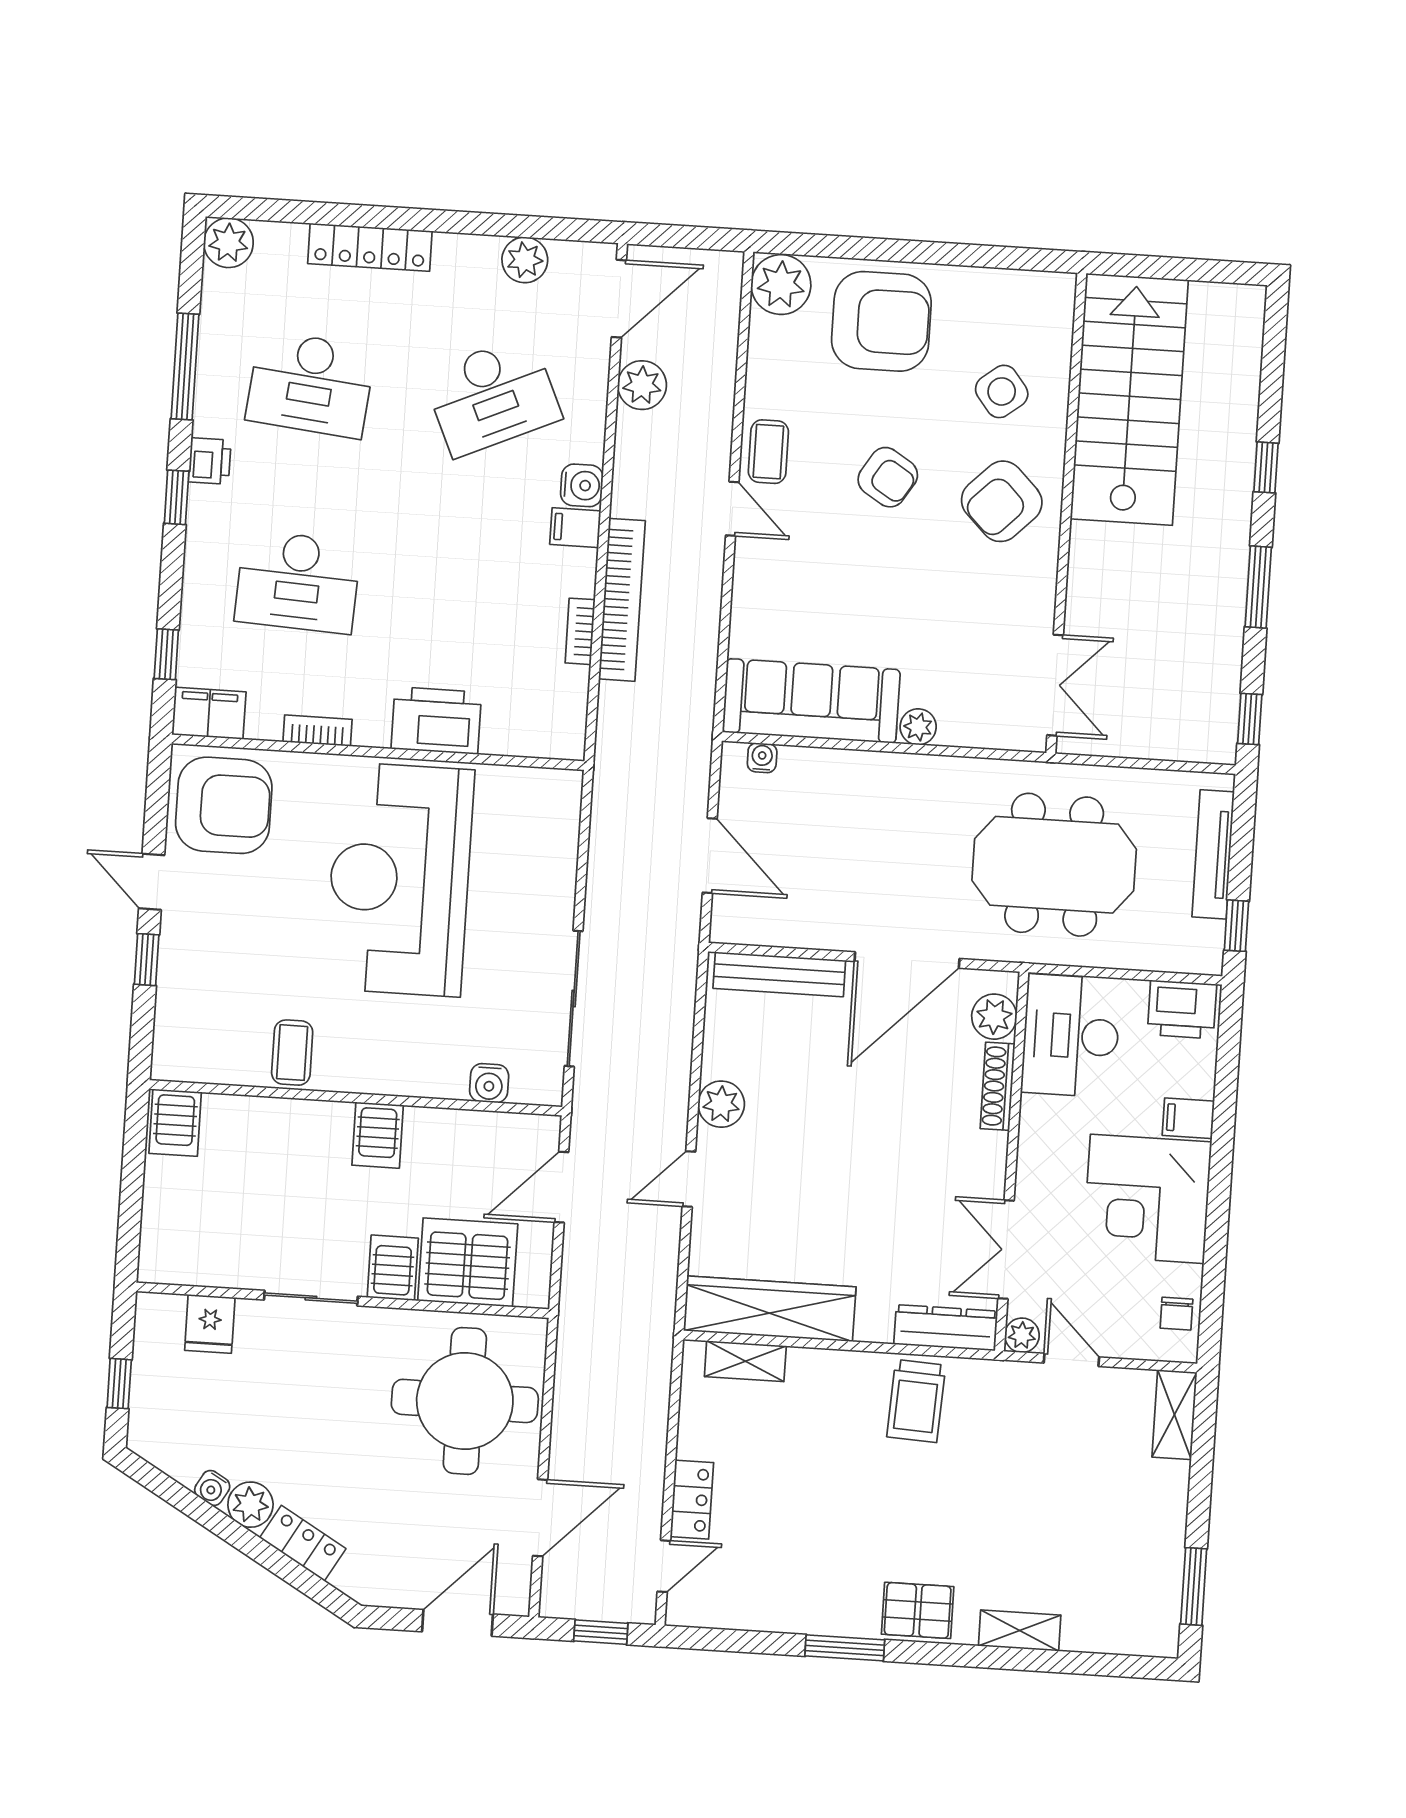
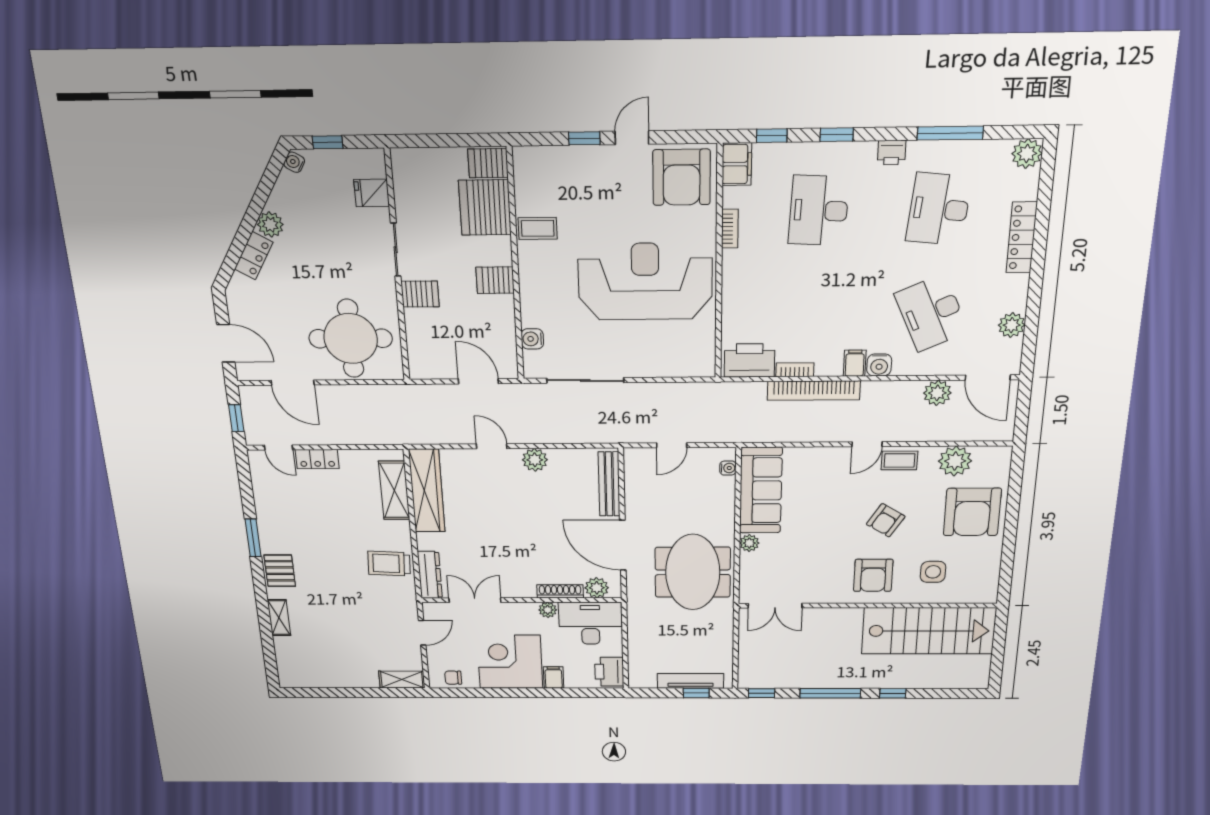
plant: (781, 285) -> (955, 461), moved
side table: (1002, 391) -> (933, 572), turned 38
window: (177, 497) -> (837, 135), moved
armchair: (1002, 501) -> (873, 575), turned -135
window: (1258, 587) -> (830, 693), width x1.44
printer: (436, 721) -> (749, 360), moved, turned -90
door: (710, 856) -> (672, 445), width x0.73
meeting table: (1054, 865) -> (693, 572), moved
window: (1236, 926) -> (696, 693), moved
server rack: (468, 1262) -> (485, 208), moved, turned 180
plant: (1022, 1335) -> (548, 610), moved
shelving: (745, 1361) -> (394, 490), width x1.50, depth x1.33
water cooler: (212, 1488) -> (294, 162), moved
window: (1194, 1586) -> (317, 692), removed

